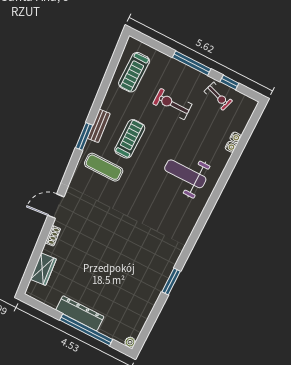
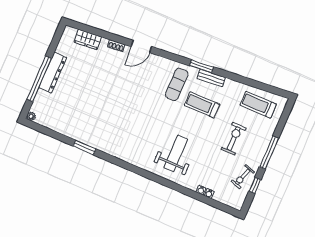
treadmill: (130, 139) -> (202, 105), turned 180
door: (56, 206) -> (141, 47), swing flipped

